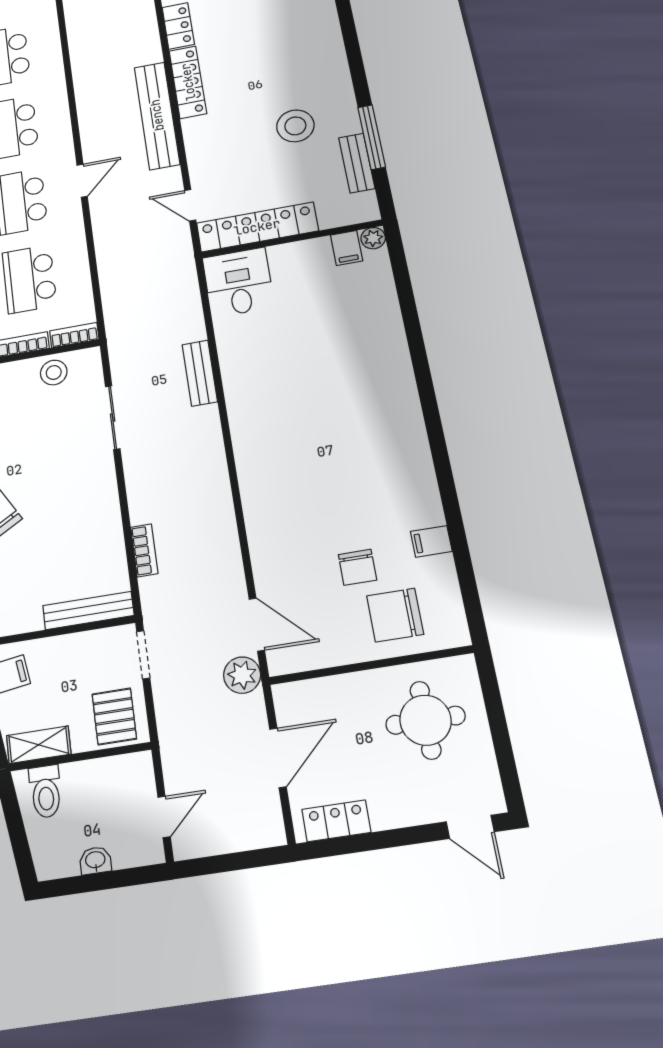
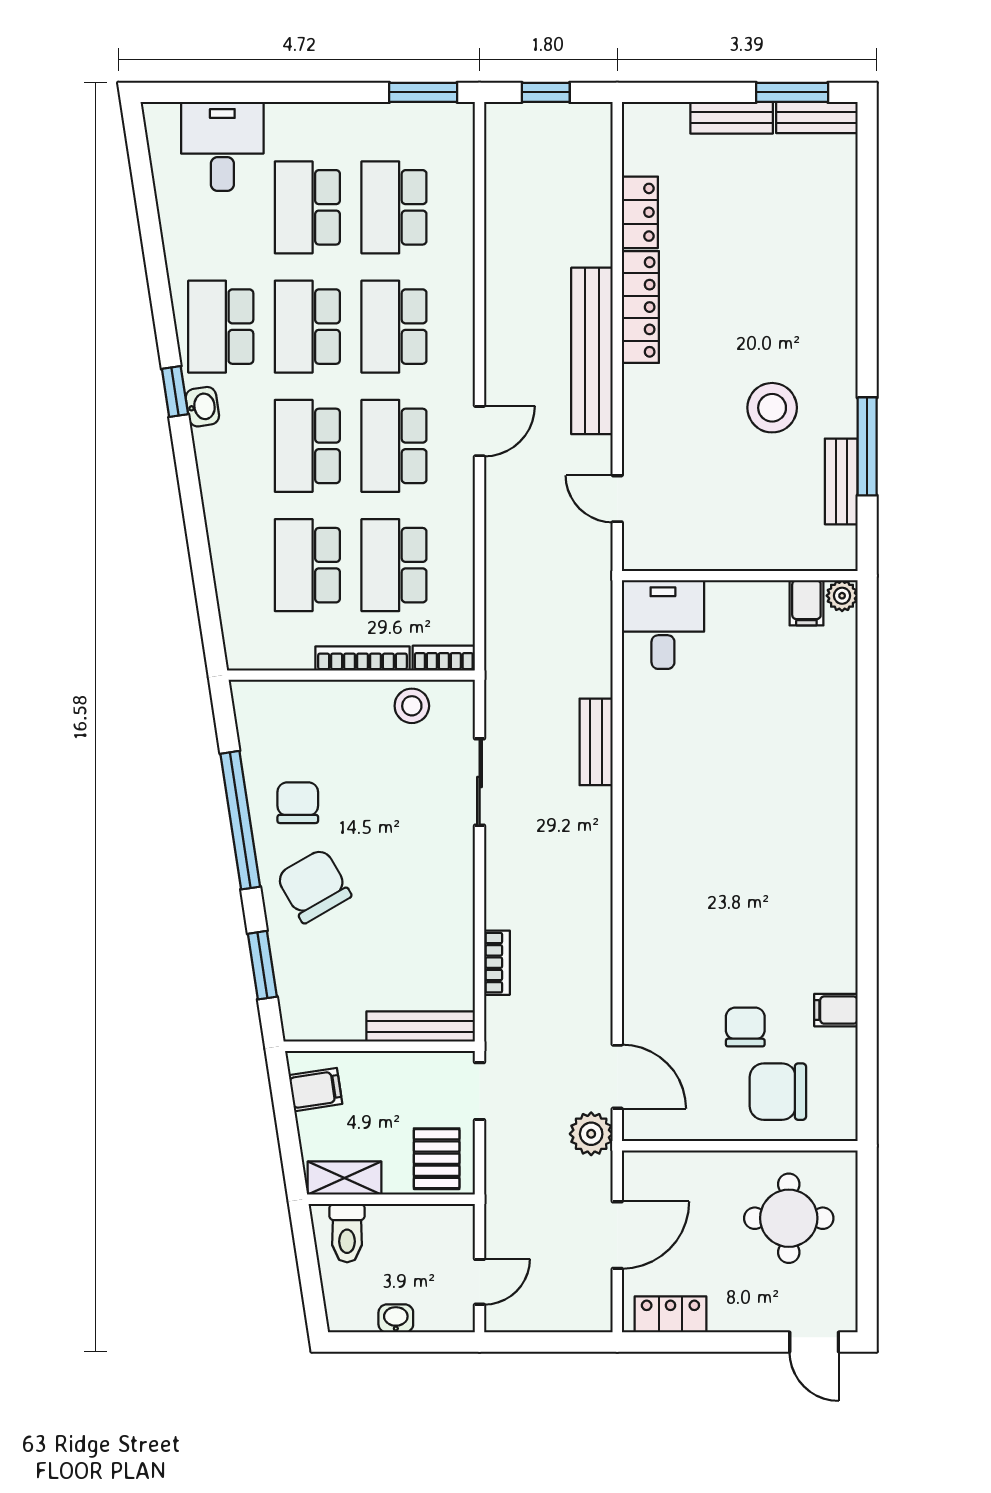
locker: (257, 227) -> (699, 549), removed
chair: (357, 567) -> (745, 1027), turned 180

